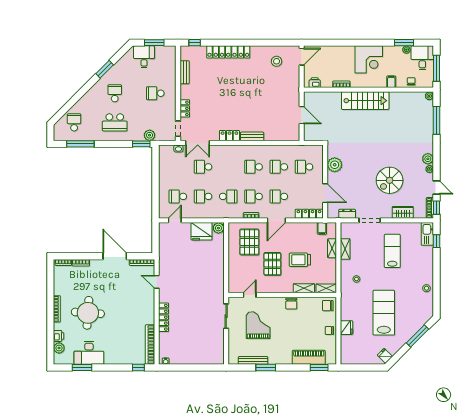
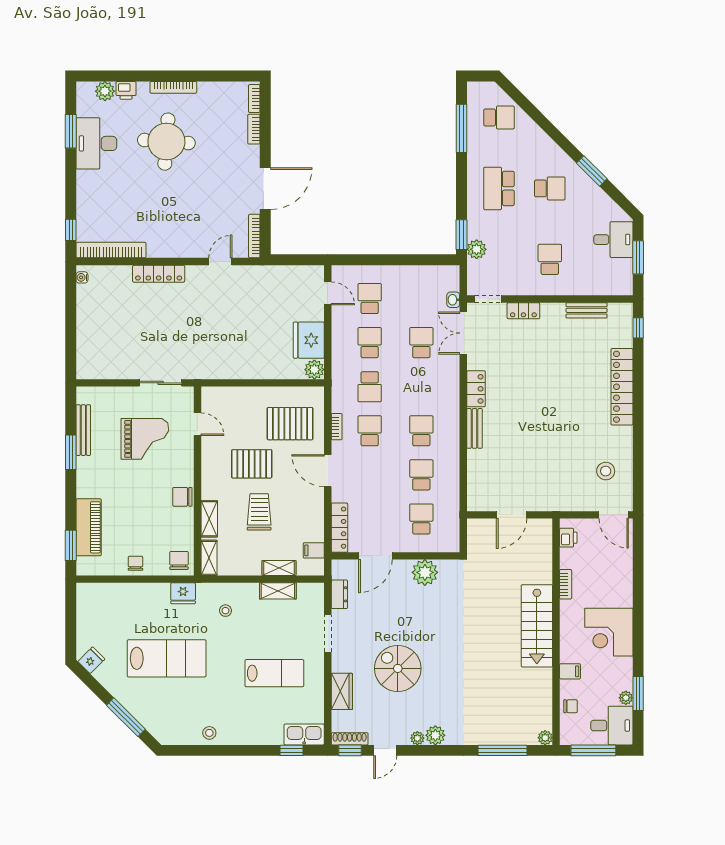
school desk: (279, 196) -> (370, 475), removed
fridge: (347, 328) -> (183, 593), moved

